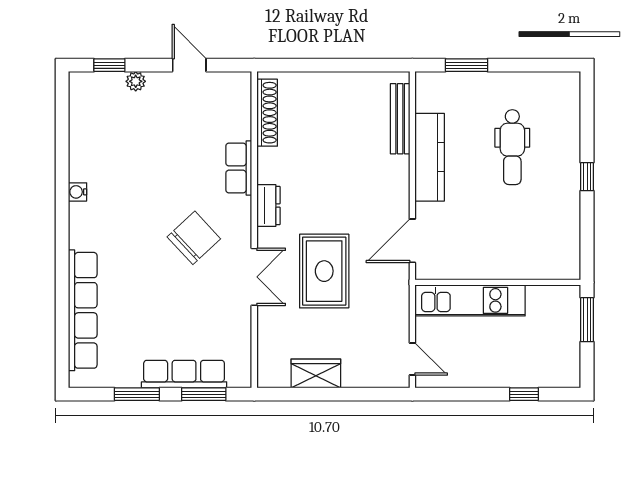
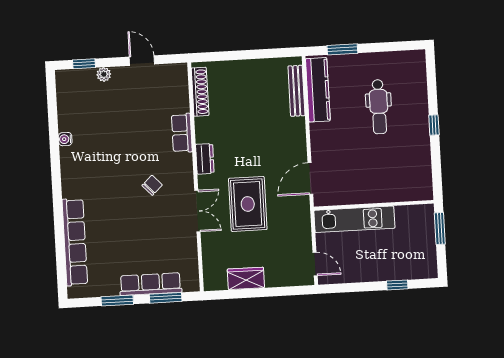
kitchen counter: (430, 157) -> (318, 90), moved
water cooler: (78, 192) -> (65, 139), moved
chair: (194, 238) -> (152, 185), width x0.54, depth x0.54

